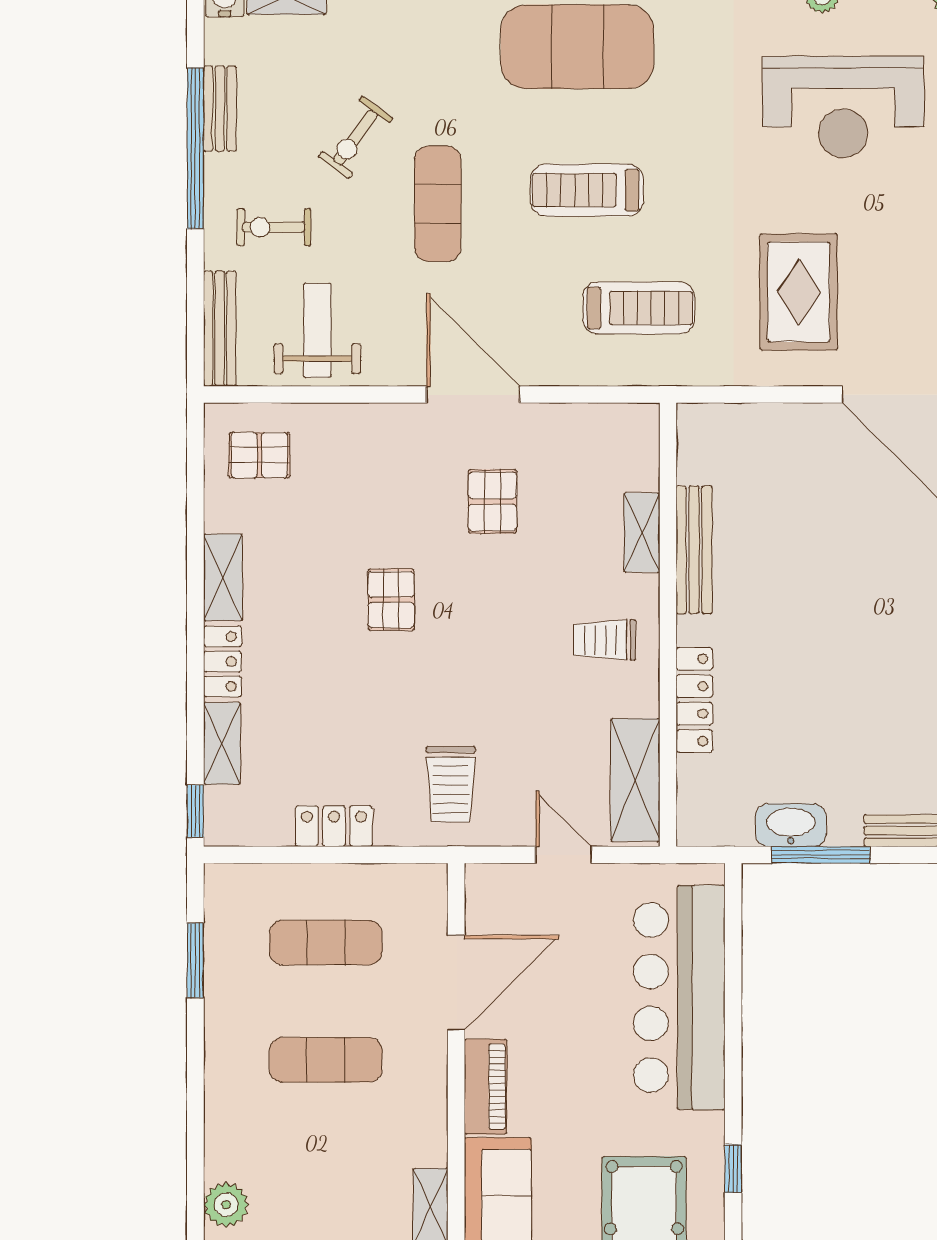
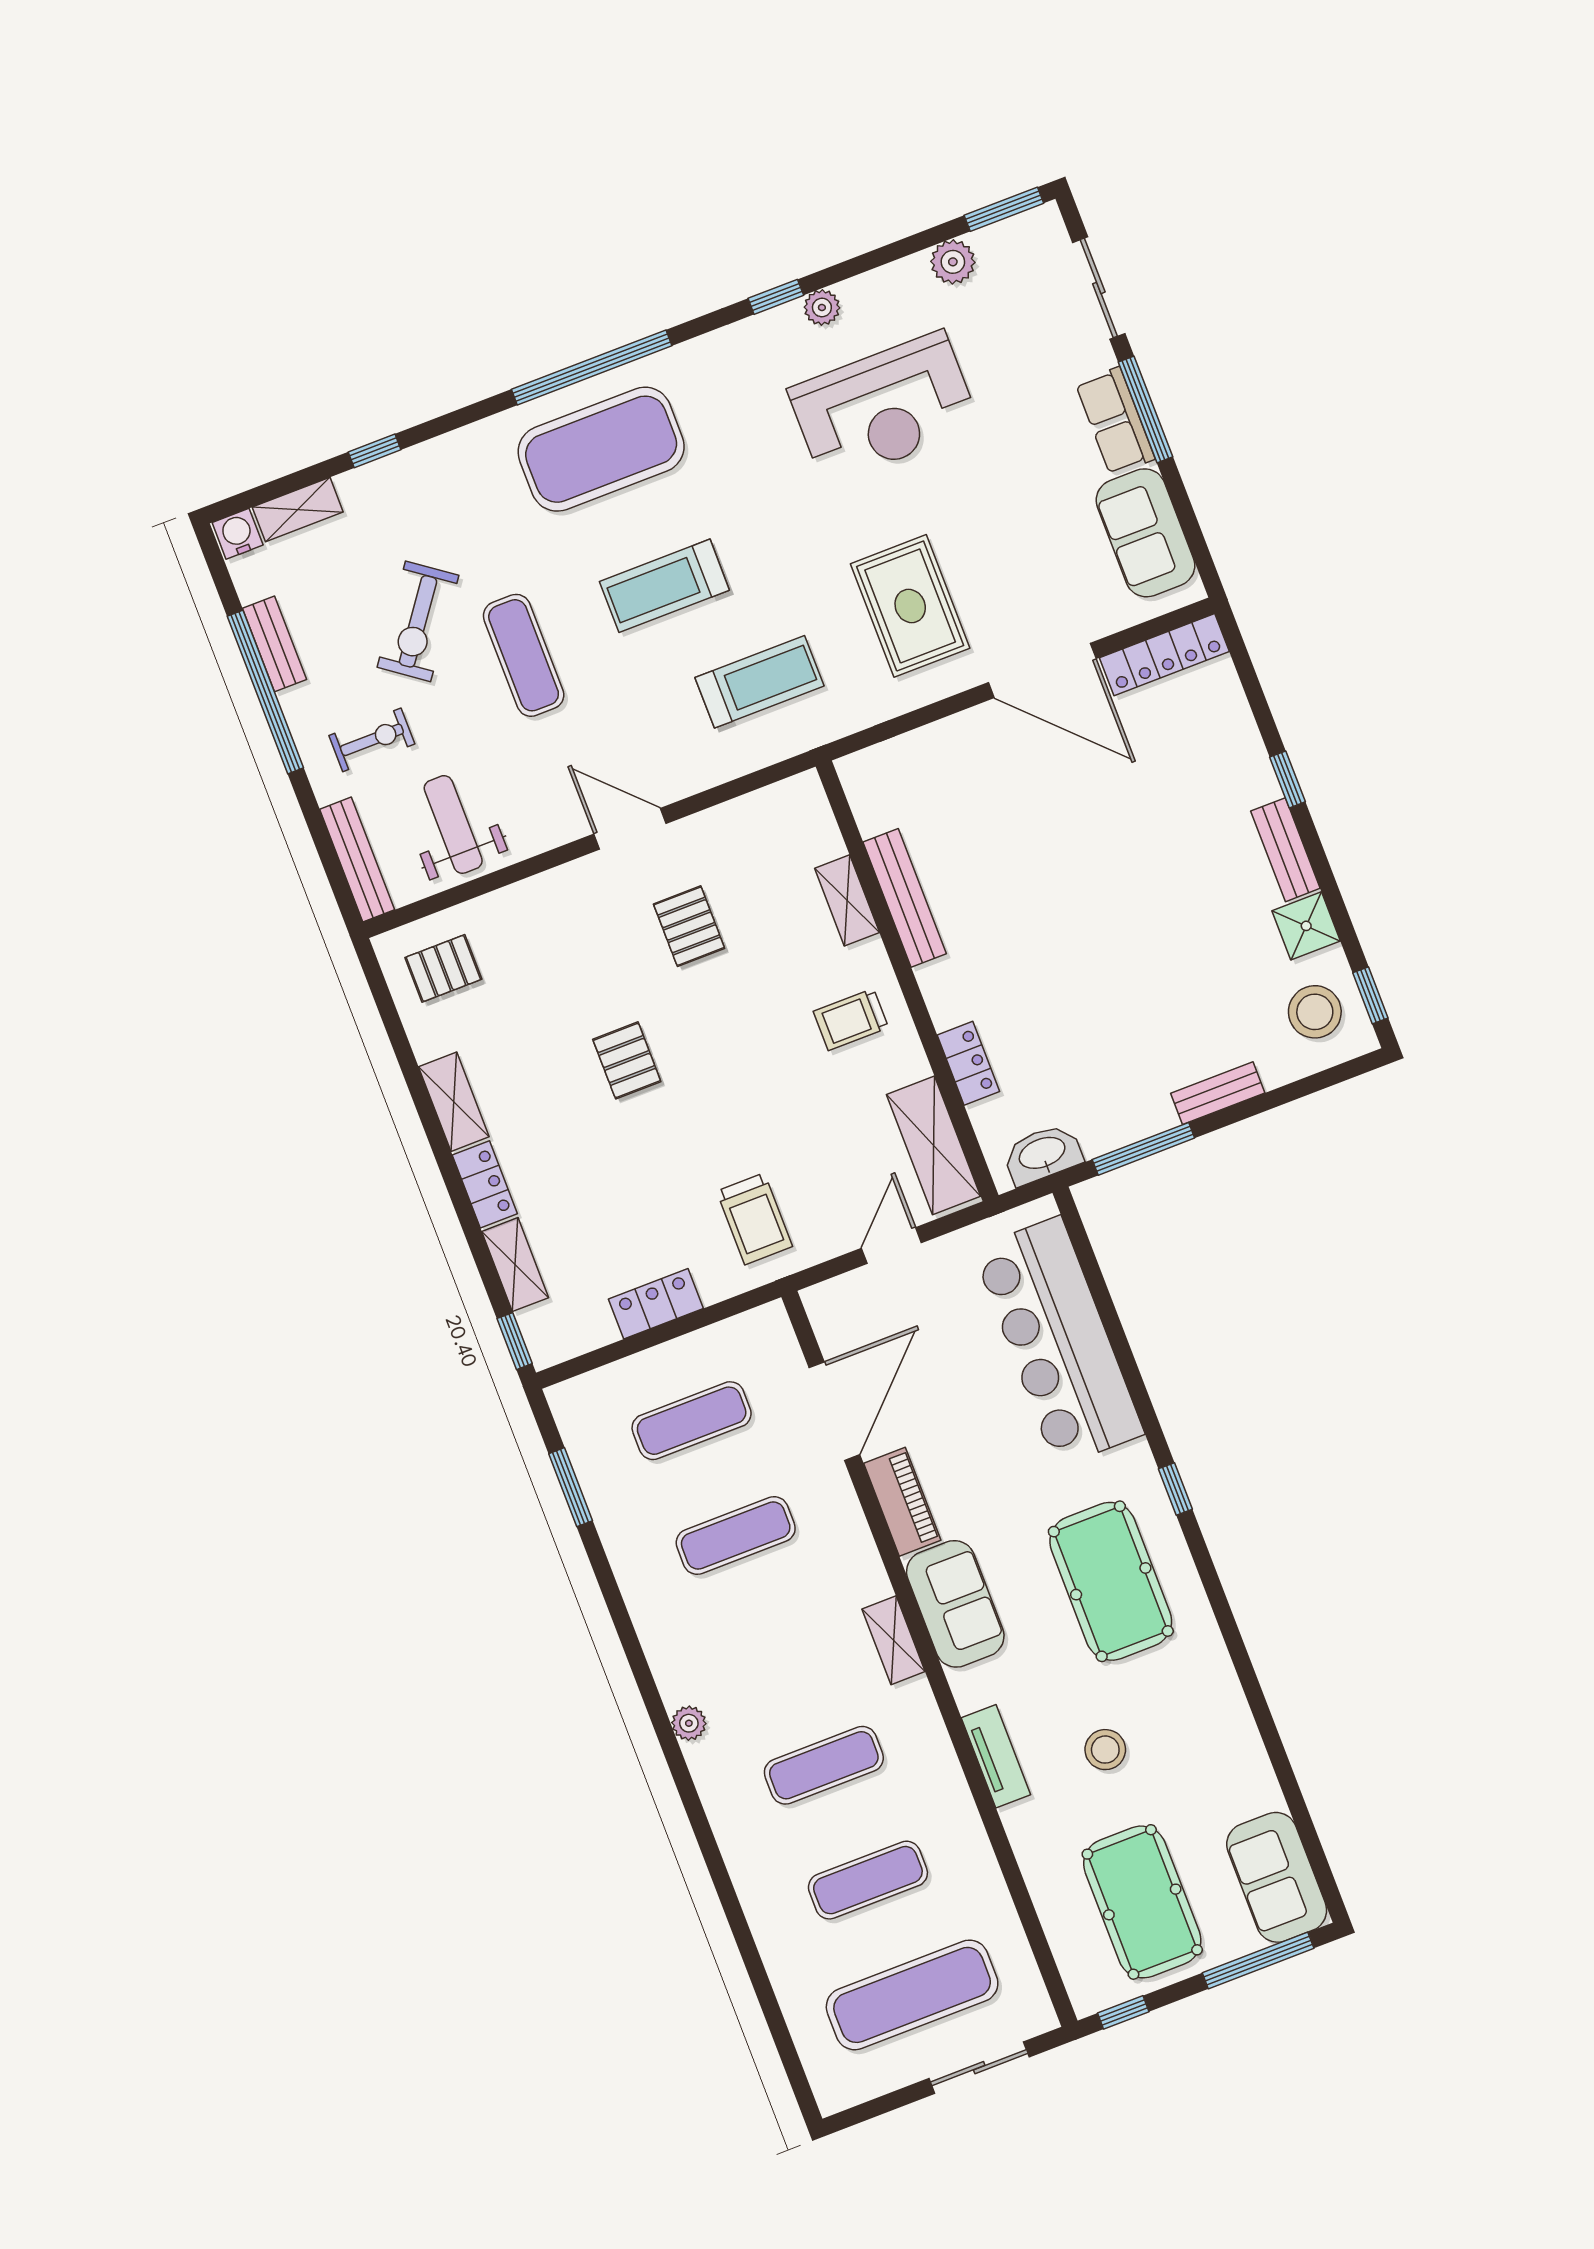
exercise bike: (355, 137) -> (418, 621), width x1.38, depth x1.39
exercise bike: (274, 227) -> (372, 740), turned 180
door: (473, 395) -> (630, 829), width x0.73
locker: (694, 700) -> (968, 1063), width x0.66
washbasin: (791, 825) -> (1043, 1154), moved
door: (564, 855) -> (891, 1246), hinge flipped
plant: (226, 1205) -> (689, 1723), width x0.73, depth x0.73

